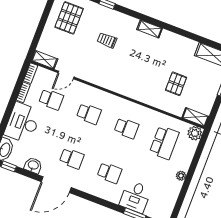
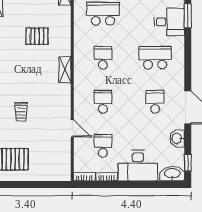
shelving: (45, 60) -> (65, 70), moved
door: (66, 75) -> (72, 128), moved
pallet: (176, 84) -> (37, 36), moved
school desk: (109, 173) -> (155, 58), width x1.85

